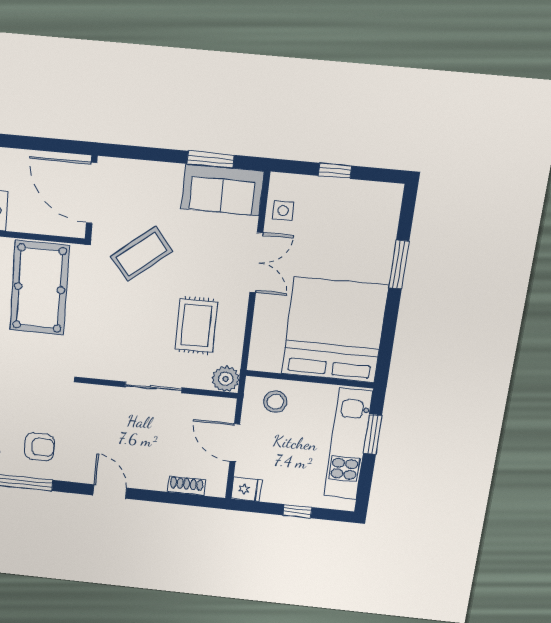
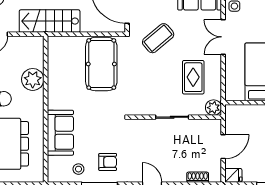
double door: (256, 263) -> (223, 37), swing flipped
stool: (275, 402) -> (244, 118), removed
door: (235, 443) -> (223, 147), swing flipped

